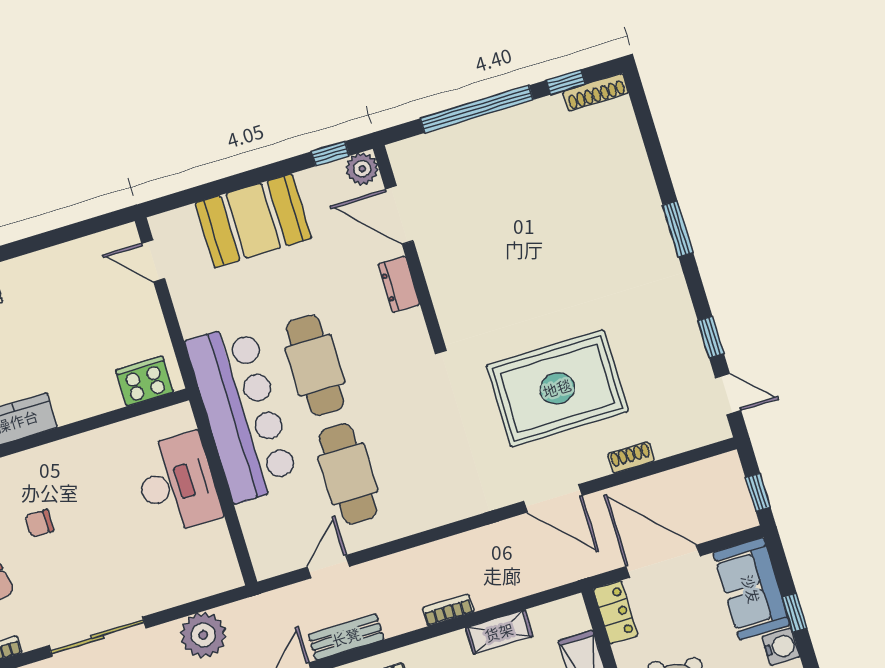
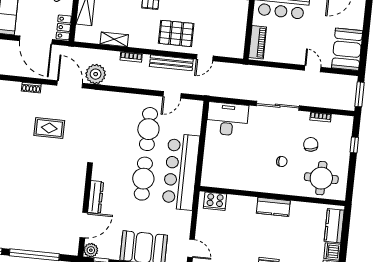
door: (399, 215) -> (84, 225), hinge flipped
dresser: (399, 284) -> (96, 197), width x1.44
rug: (557, 388) -> (49, 128), width x0.54, depth x0.49
desk: (177, 483) -> (227, 119), moved, turned 90
plant: (203, 635) -> (96, 74), moved
bench: (346, 637) -> (171, 63), width x1.36

